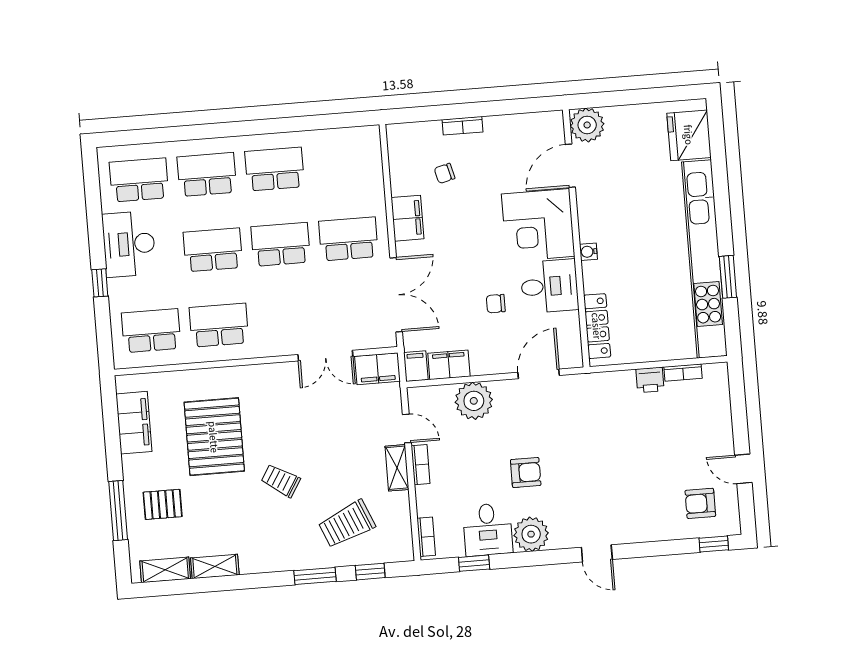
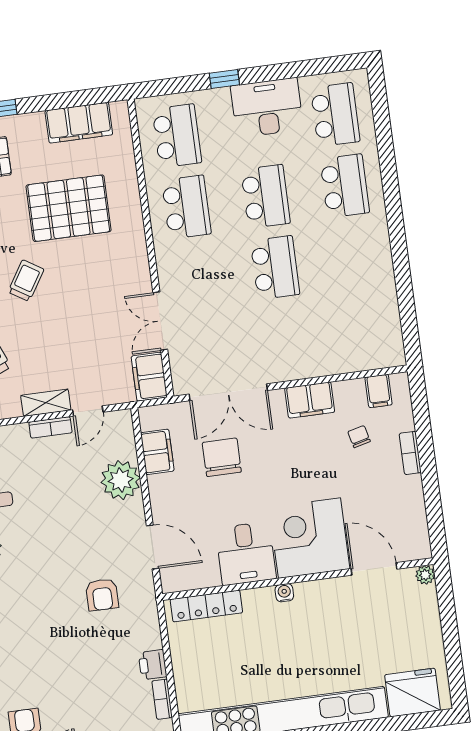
plant: (587, 125) -> (425, 575), width x0.53, depth x0.53
school desk: (275, 169) -> (354, 257), removed
school desk: (348, 239) -> (285, 339), removed
chair: (496, 304) -> (222, 457), moved, width x1.87, depth x1.87
filing cabinet: (416, 366) -> (379, 391), moved, turned 90
armchair: (526, 473) -> (102, 595), moved

